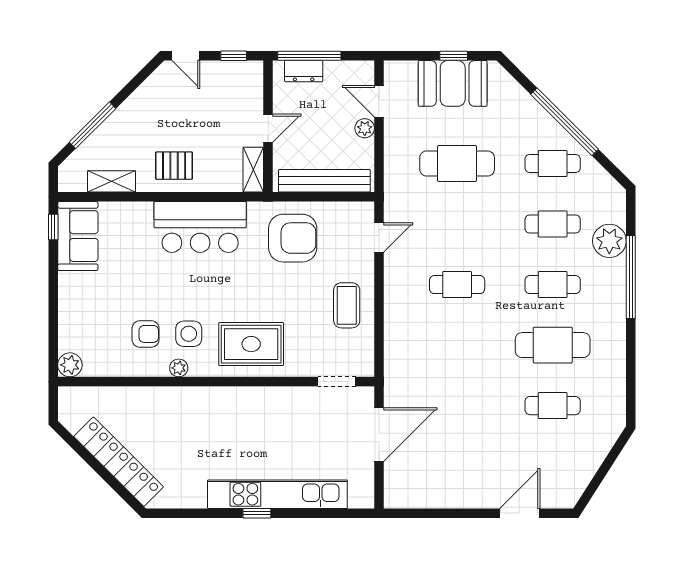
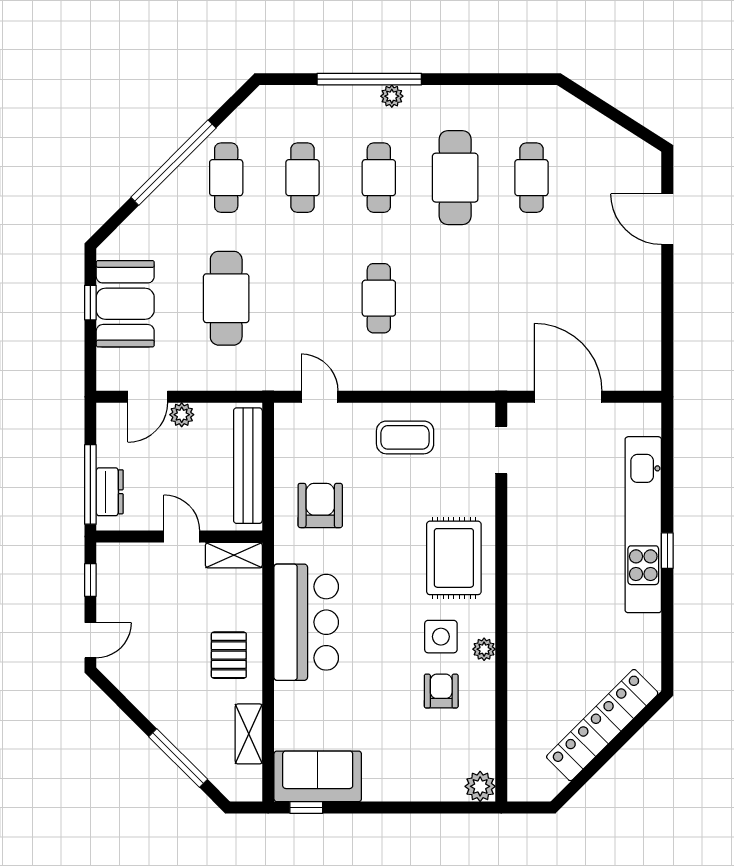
armchair: (293, 238) -> (320, 505), width x0.73, depth x0.73
plant: (609, 241) -> (392, 96), moved, width x0.53, depth x0.53

